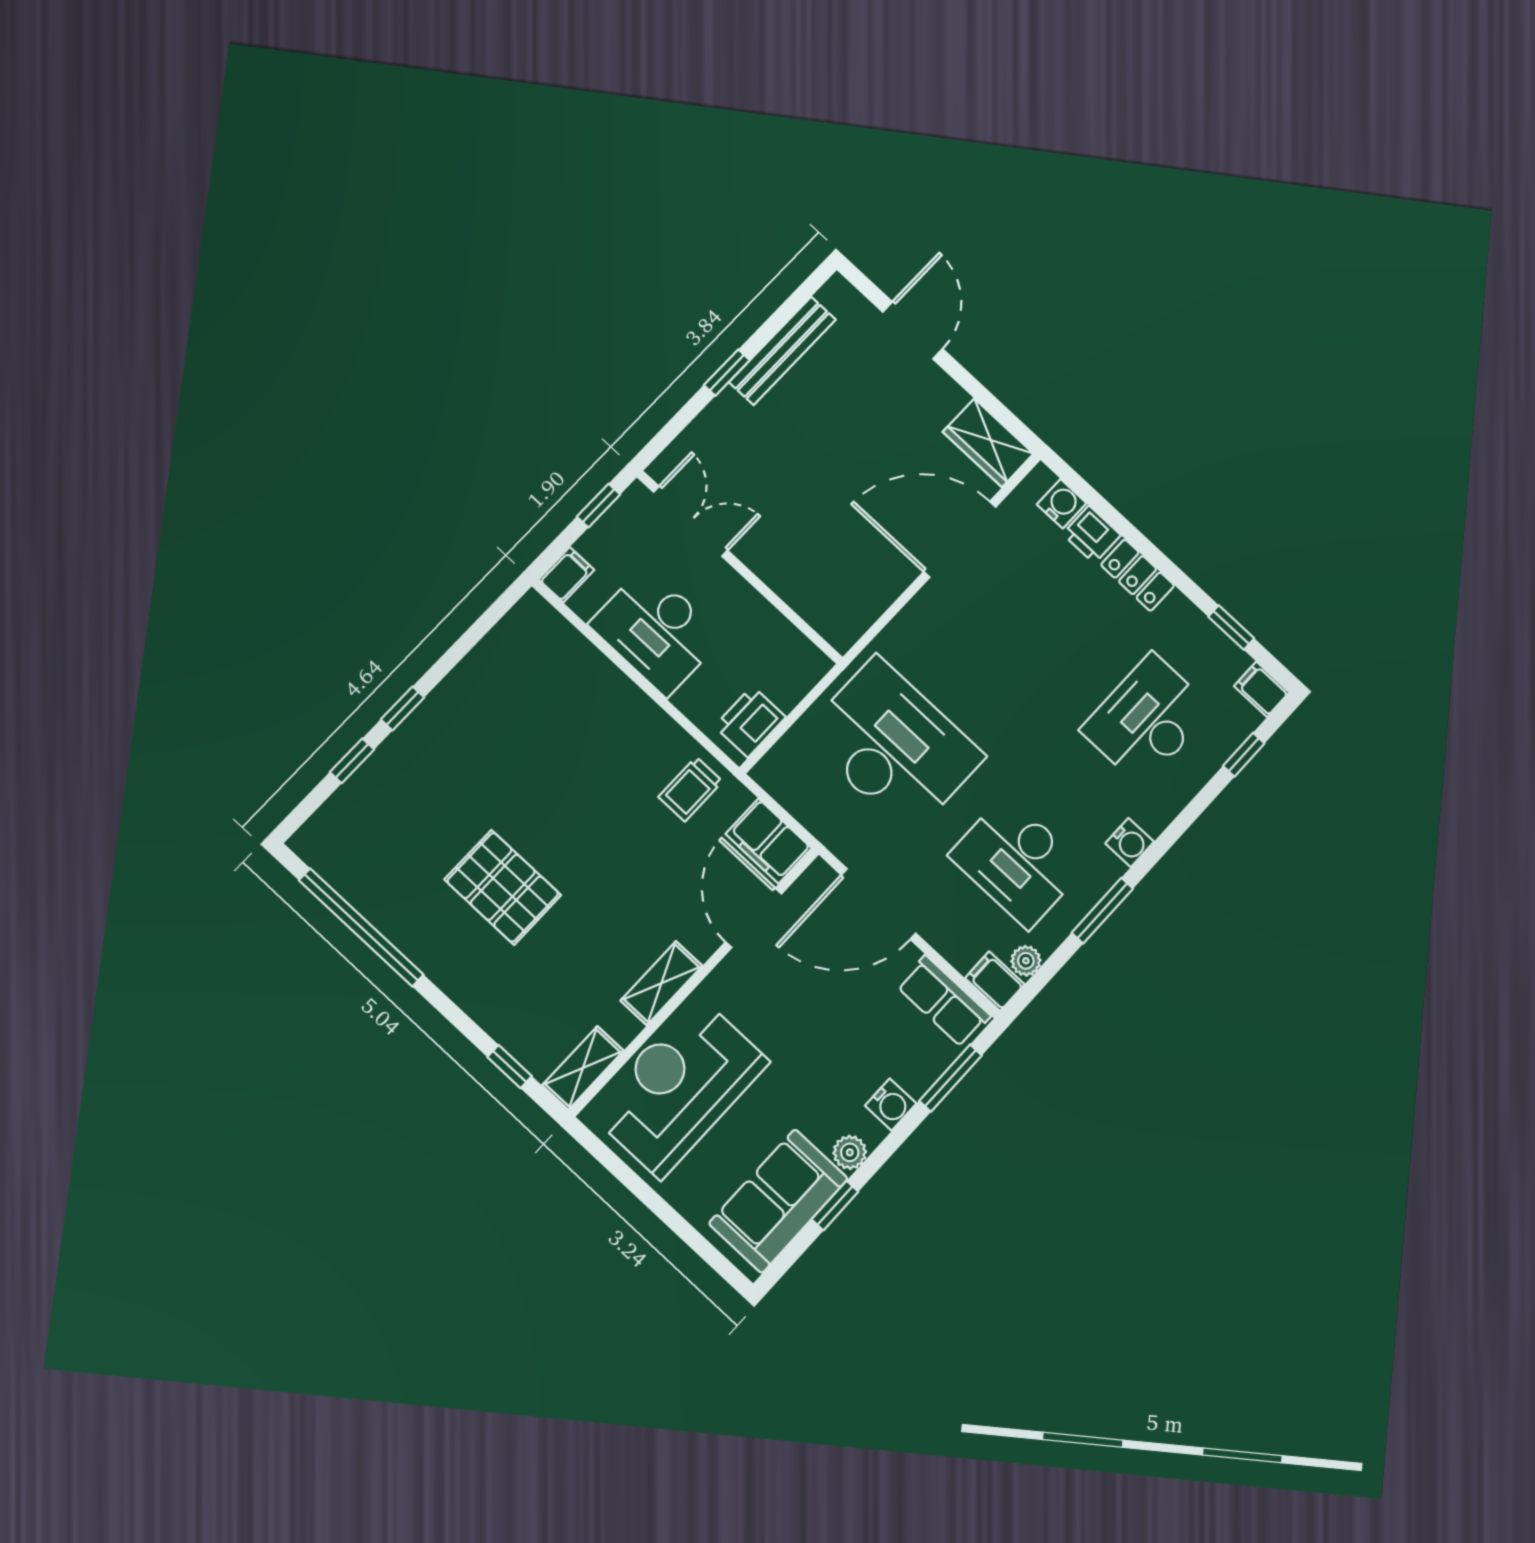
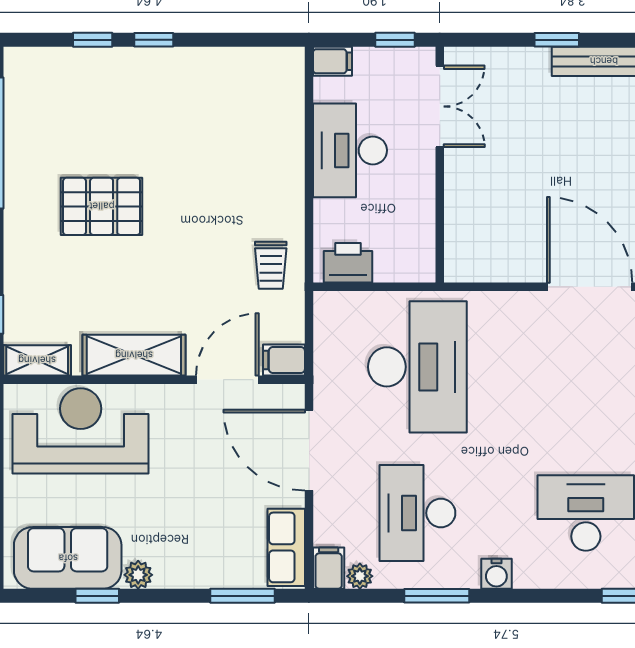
trolley: (690, 789) -> (271, 265), turned -90
filing cabinet: (769, 841) -> (284, 360), width x0.50
pallet: (503, 887) -> (102, 206), turned 90
shelving: (662, 983) -> (134, 355), width x1.50, depth x1.33
water cooler: (891, 1105) -> (191, 573), removed

